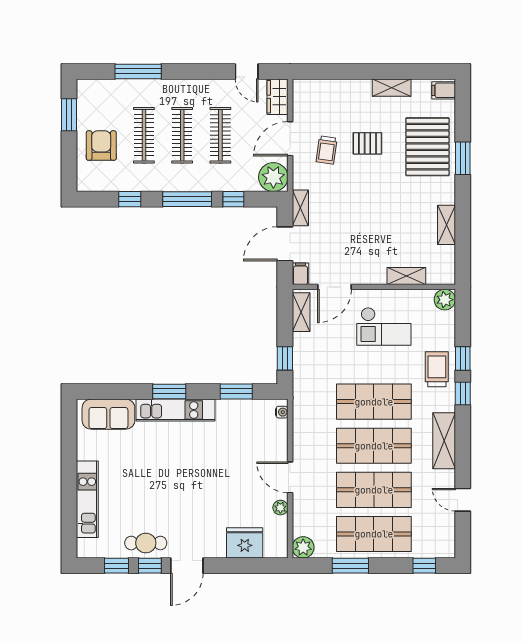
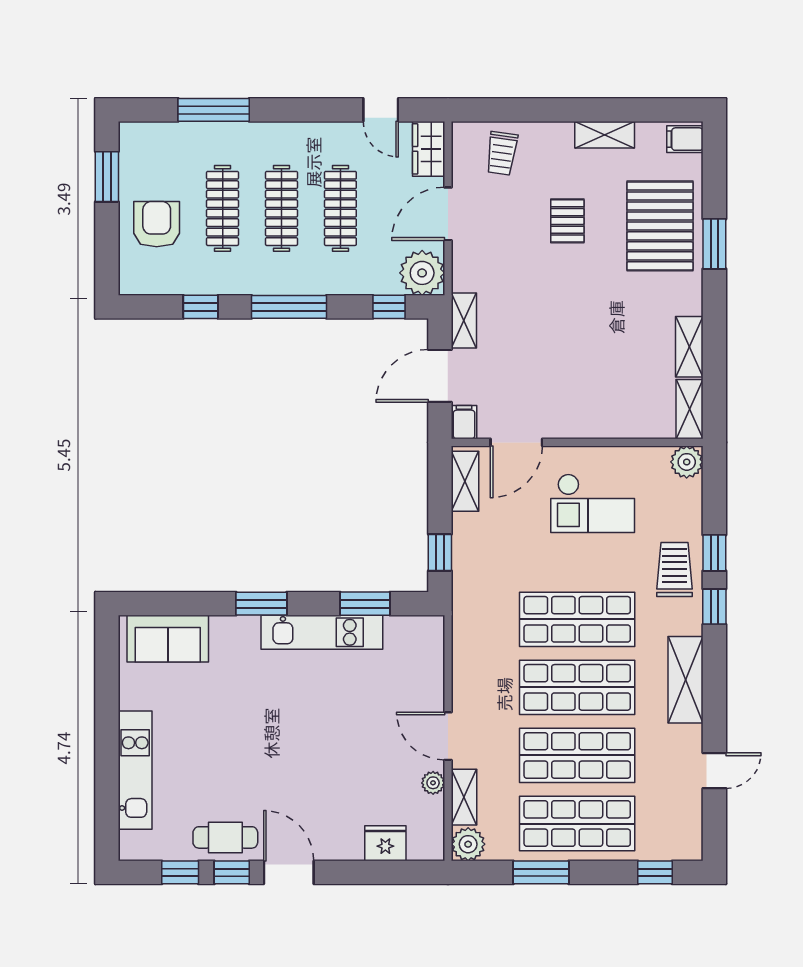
pallet: (367, 143) -> (567, 221), turned 90
trolley: (327, 150) -> (502, 153), moved
window: (233, 199) -> (389, 307), moved
shelving: (406, 276) -> (689, 409), moved, turned 90
kitchen unit: (176, 410) -> (322, 632), moved
water cooler: (282, 412) -> (435, 636), removed
door: (463, 500) -> (714, 771), swing flipped
shelving: (300, 517) -> (464, 797), added
fridge: (245, 543) -> (385, 843), width x0.73, depth x0.75
door: (187, 566) -> (289, 872), swing flipped

